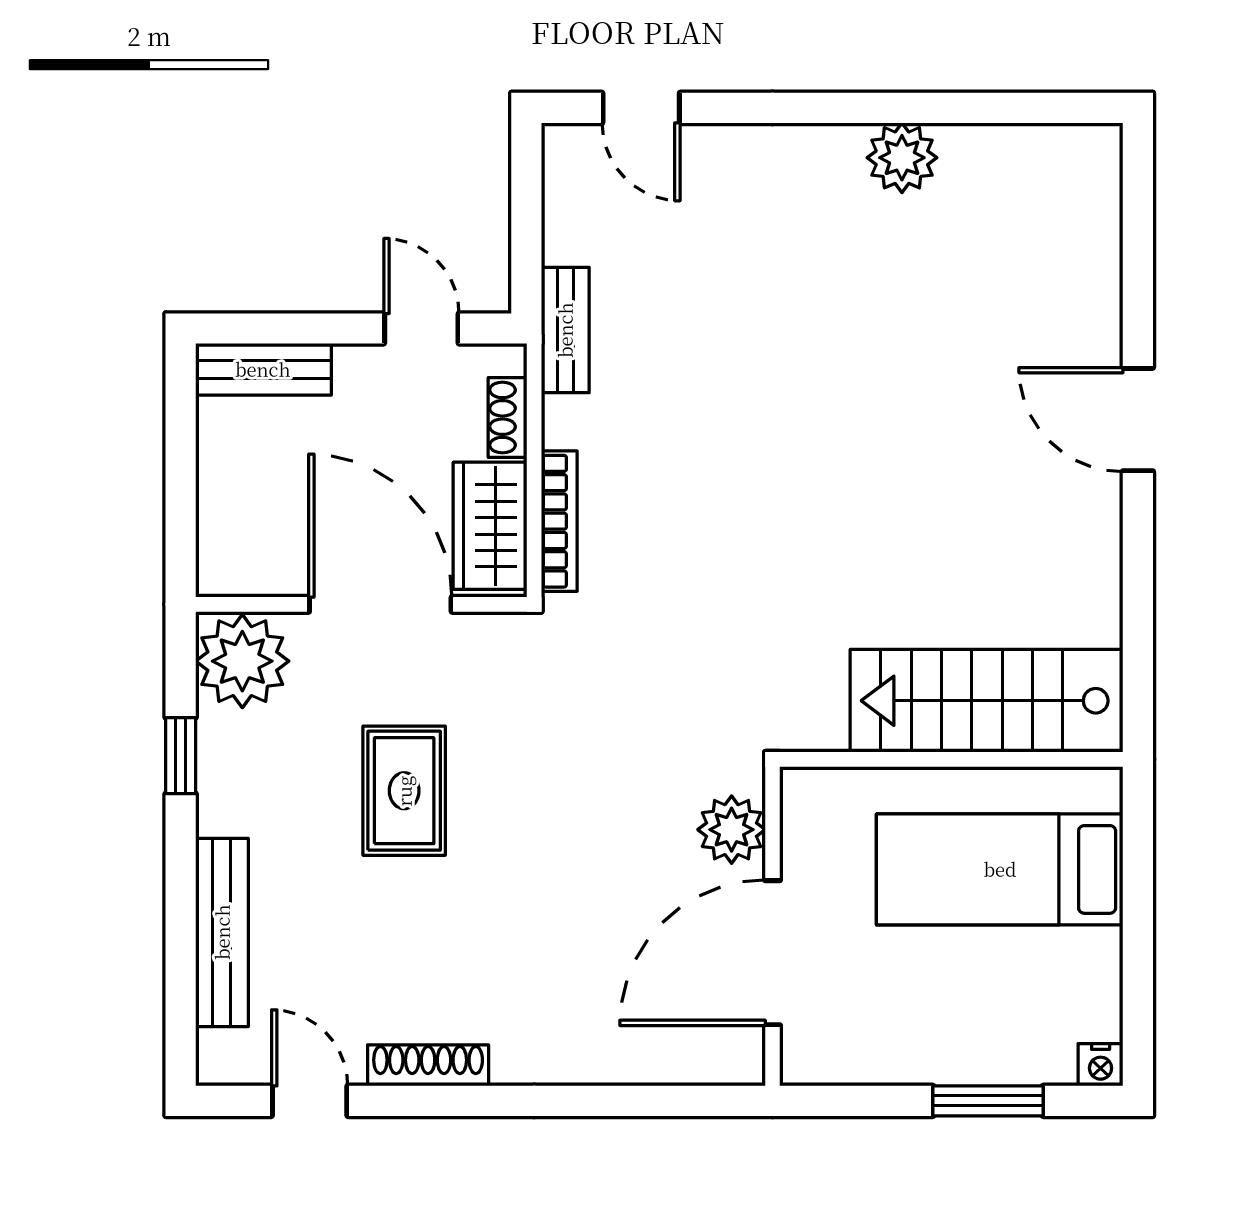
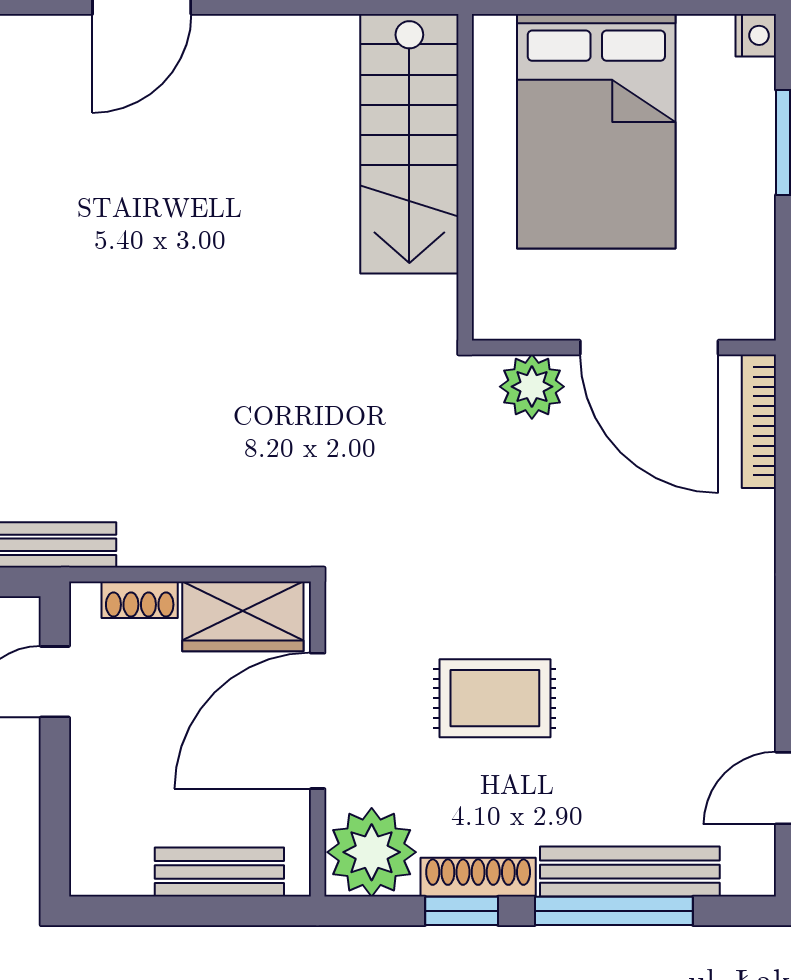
bench: (263, 369) -> (219, 872), moved, turned 90
bookcase: (559, 521) -> (759, 421), moved, turned -90
bed: (1000, 869) -> (596, 131), width x1.50
window: (181, 916) -> (614, 911), added
shoe rack: (428, 1065) -> (478, 877), moved, turned 90

